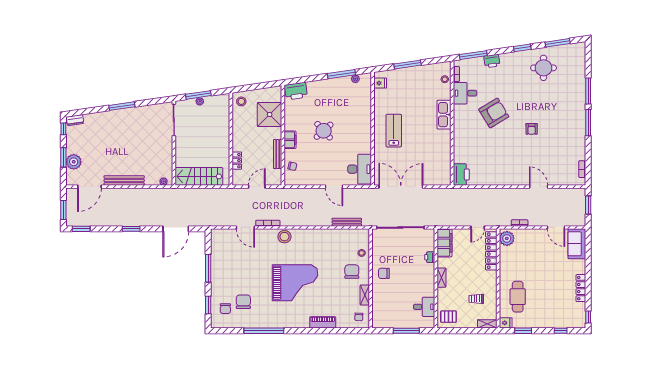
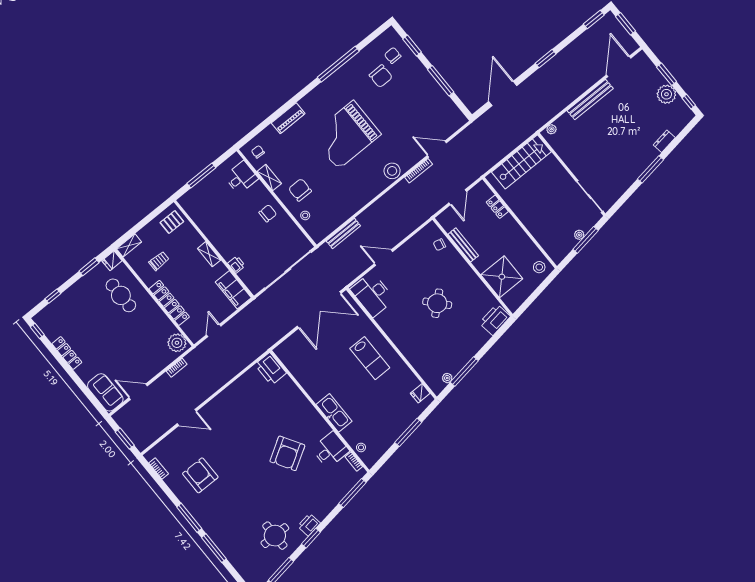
printer: (492, 61) -> (309, 525), moved
dresser: (75, 120) -> (664, 141), moved
armchair: (532, 129) -> (200, 475), moved, width x1.88, depth x1.88
filing cabinet: (290, 140) -> (462, 268), removed
plant: (74, 162) -> (666, 94), moved
locker: (491, 251) -> (169, 303), moved
chair: (352, 272) -> (300, 190), turned 180
desk: (424, 307) -> (241, 177), moved, turned 180

